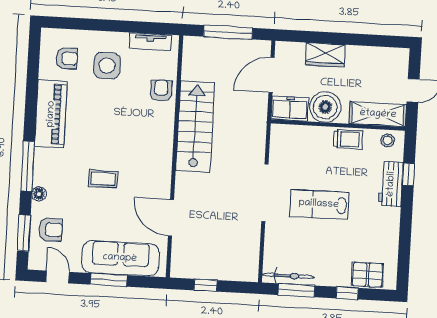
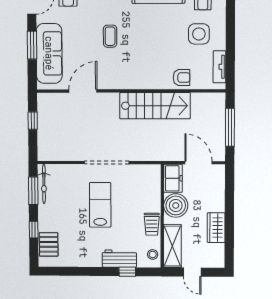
wardrobe: (325, 55) -> (216, 228), moved

